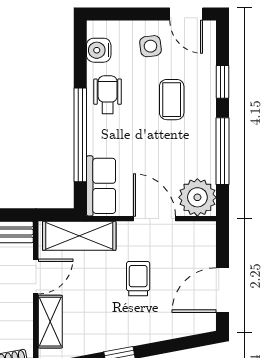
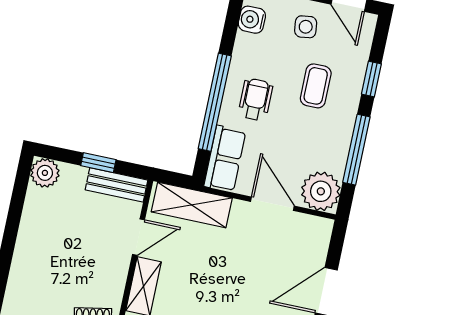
wheelchair: (108, 95) -> (255, 100), moved
trolley: (138, 279) -> (243, 261), removed

